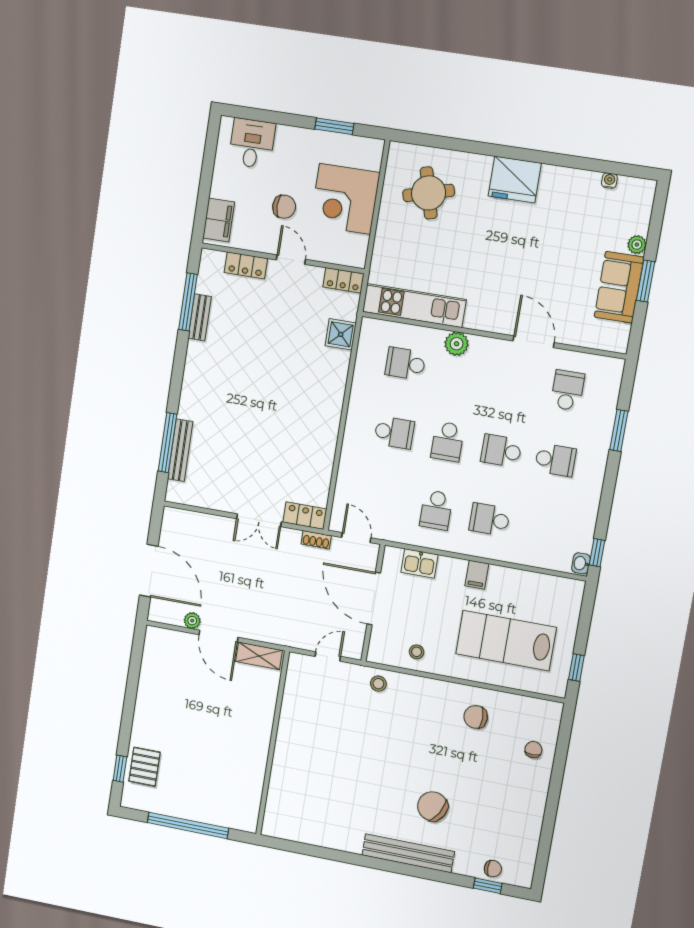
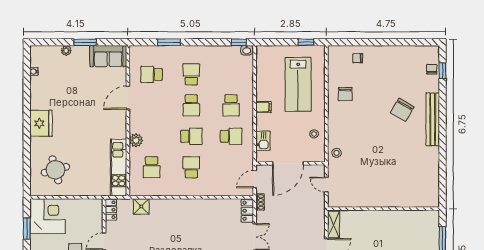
corner desk: (345, 199) -> (47, 216), moved, turned -90
sofa: (619, 287) -> (108, 56), moved

